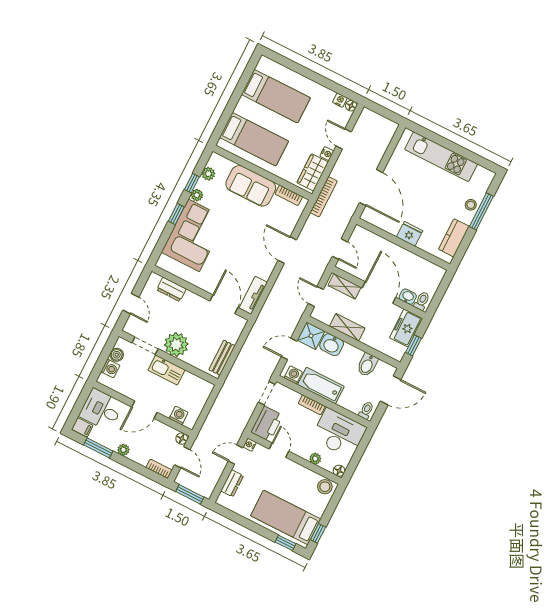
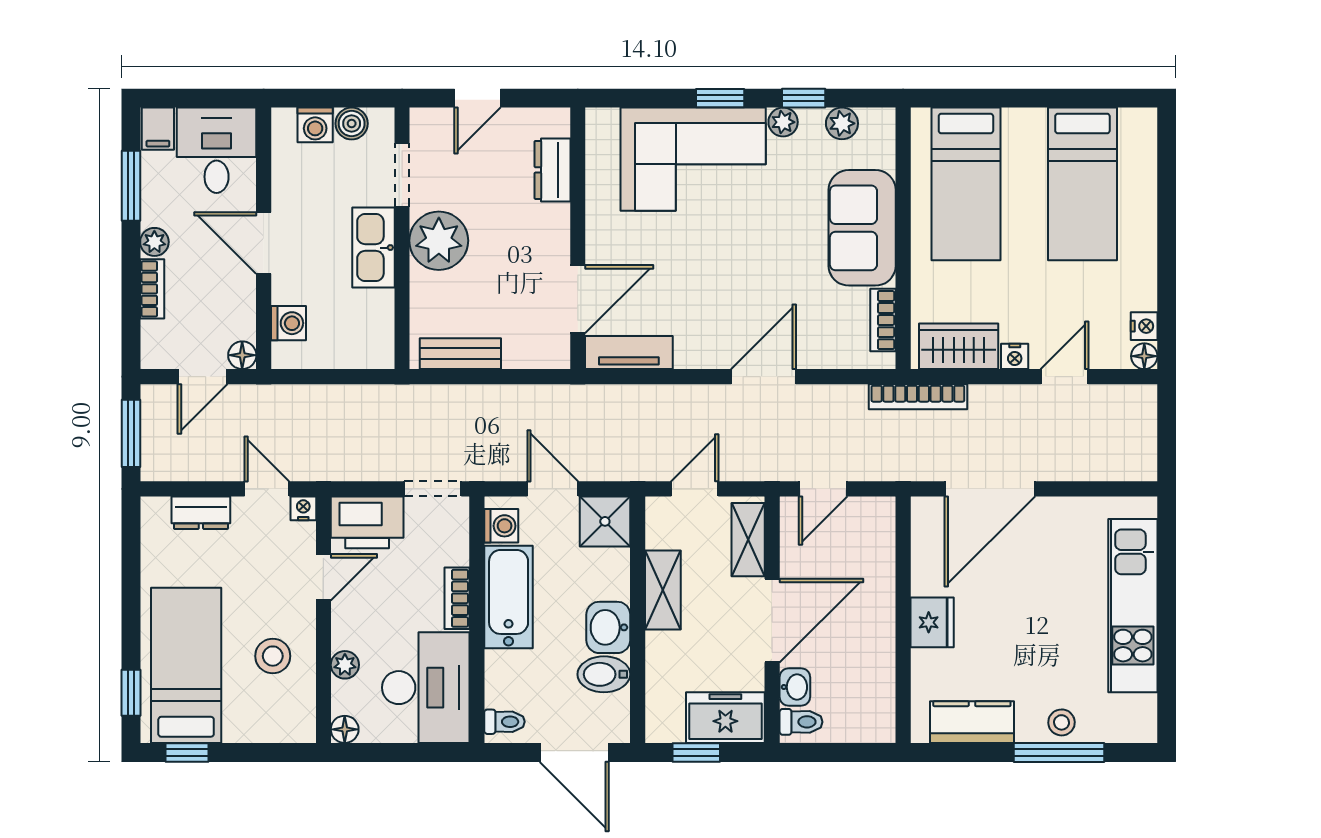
washbasin: (332, 345) -> (608, 627), moved
bookcase: (159, 469) -> (152, 289), moved
stool: (325, 487) -> (273, 656), moved

